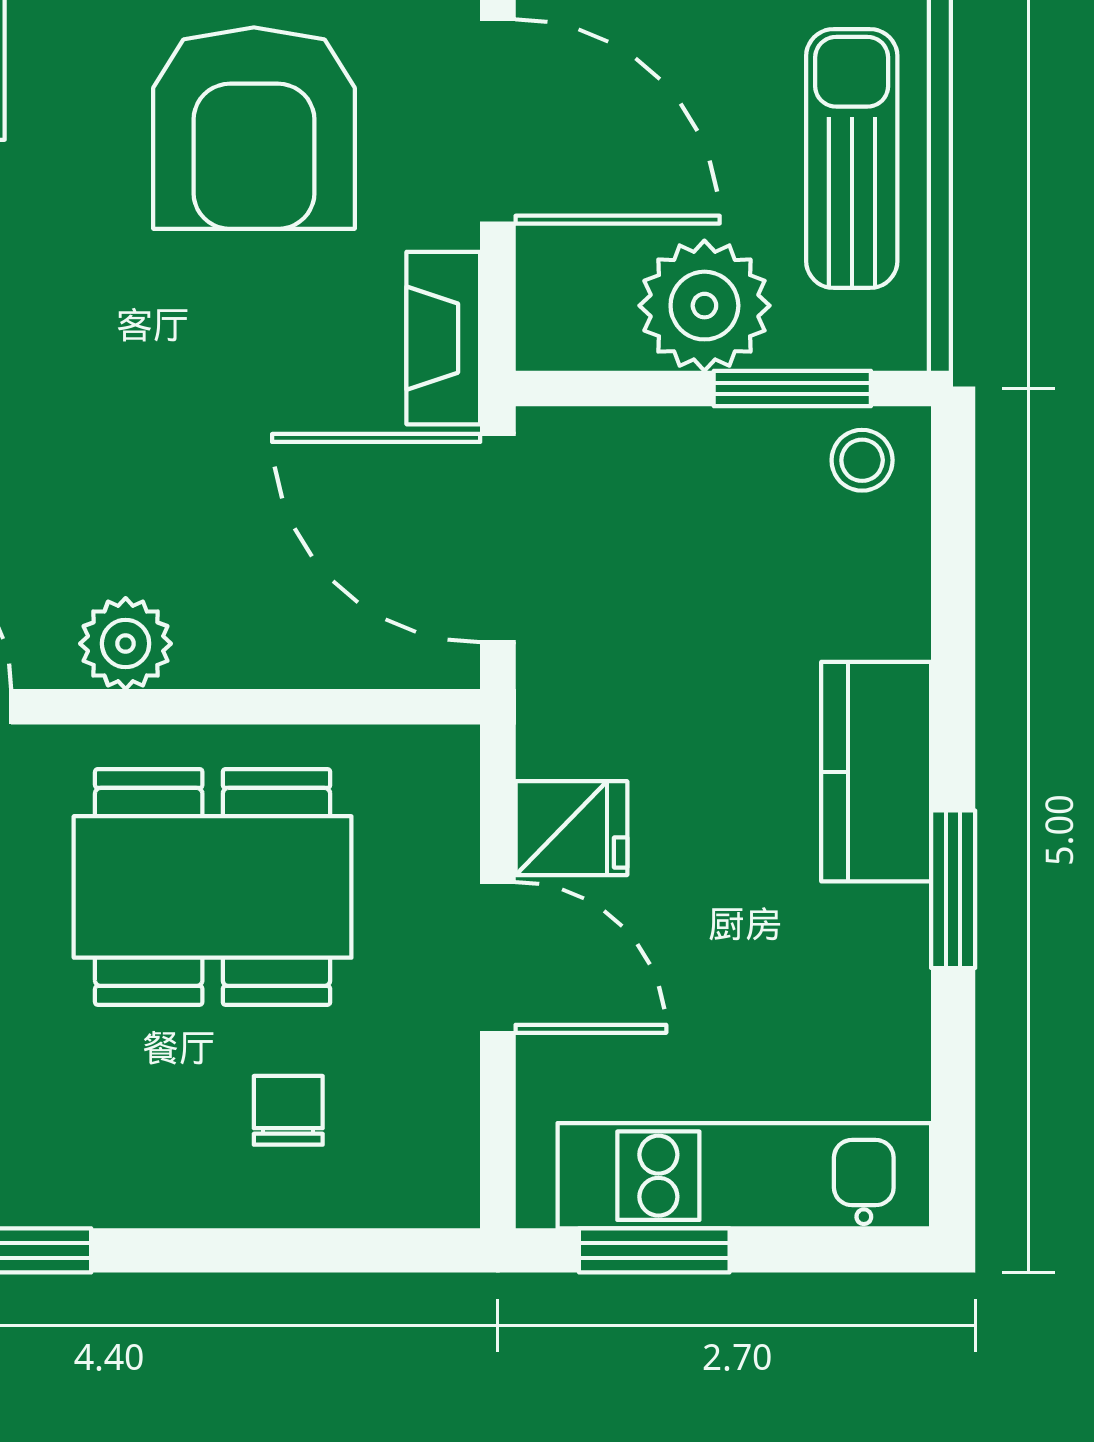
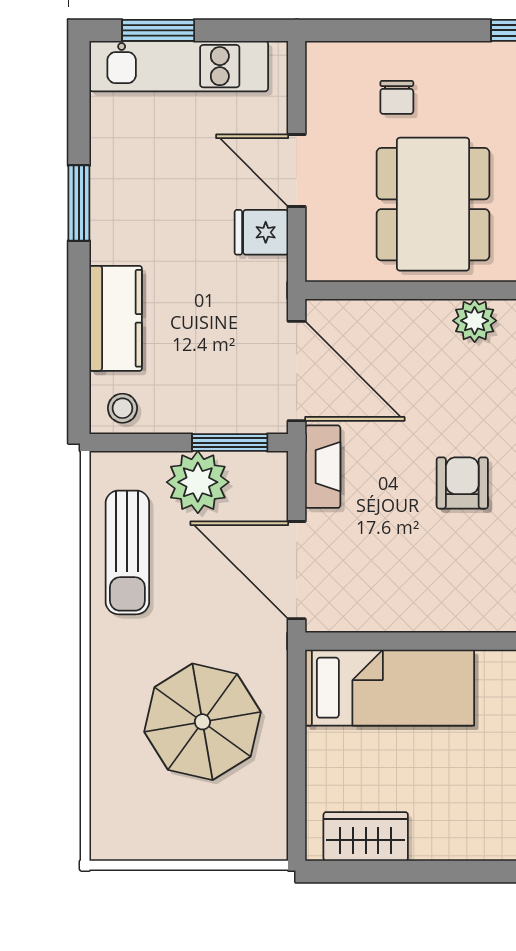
armchair: (254, 128) -> (462, 483), moved, width x0.53, depth x0.53
window: (792, 388) -> (230, 443), moved
kitchen counter: (876, 772) -> (116, 318), moved
dining table: (213, 887) -> (433, 204), turned 90
window: (654, 1250) -> (158, 30), moved

